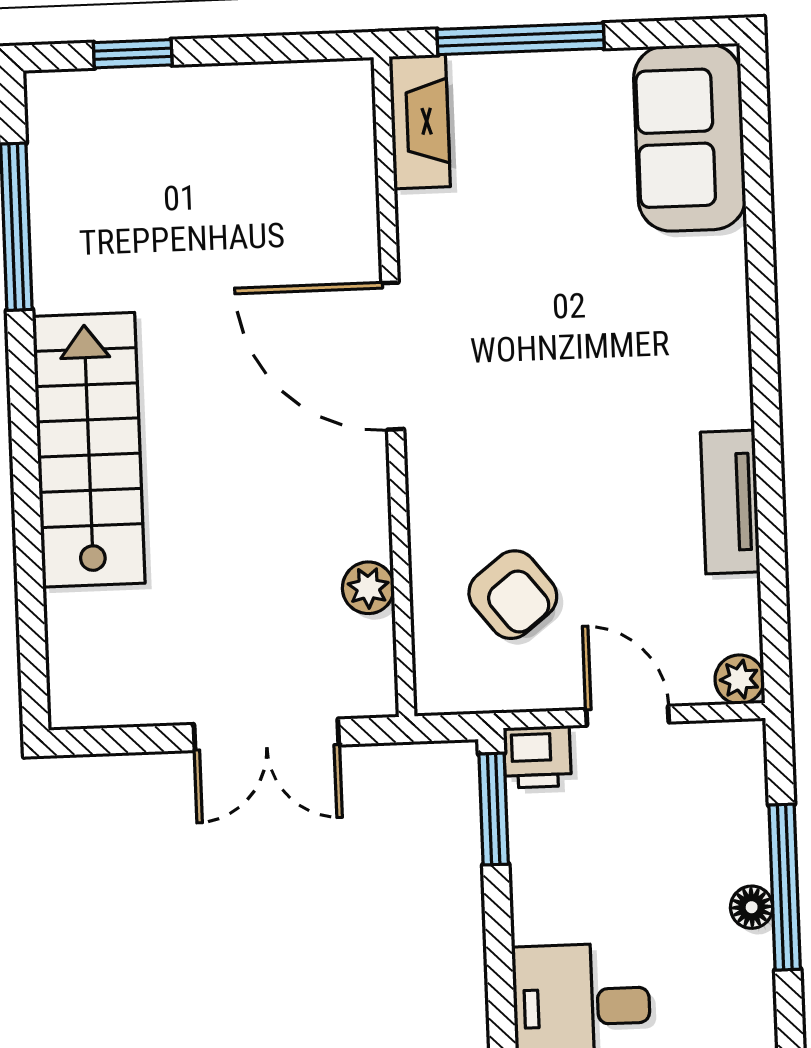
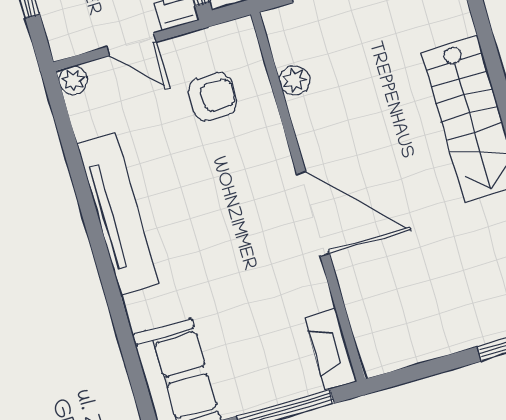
tv unit: (730, 502) -> (118, 214), width x1.92, depth x1.29
armchair: (513, 595) -> (212, 96), turned 128

